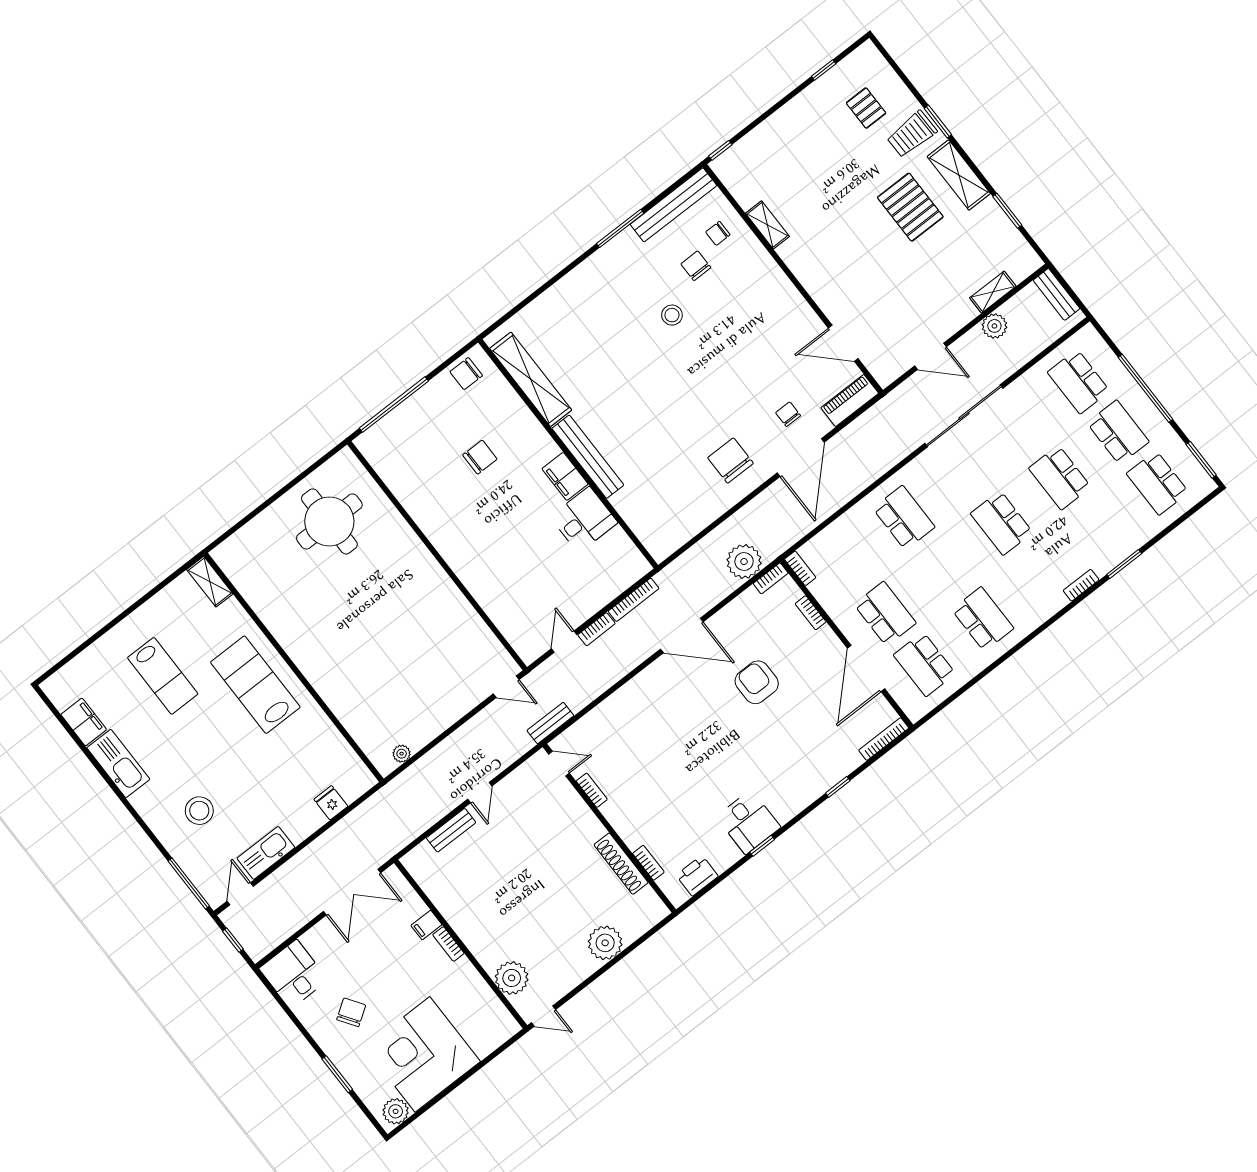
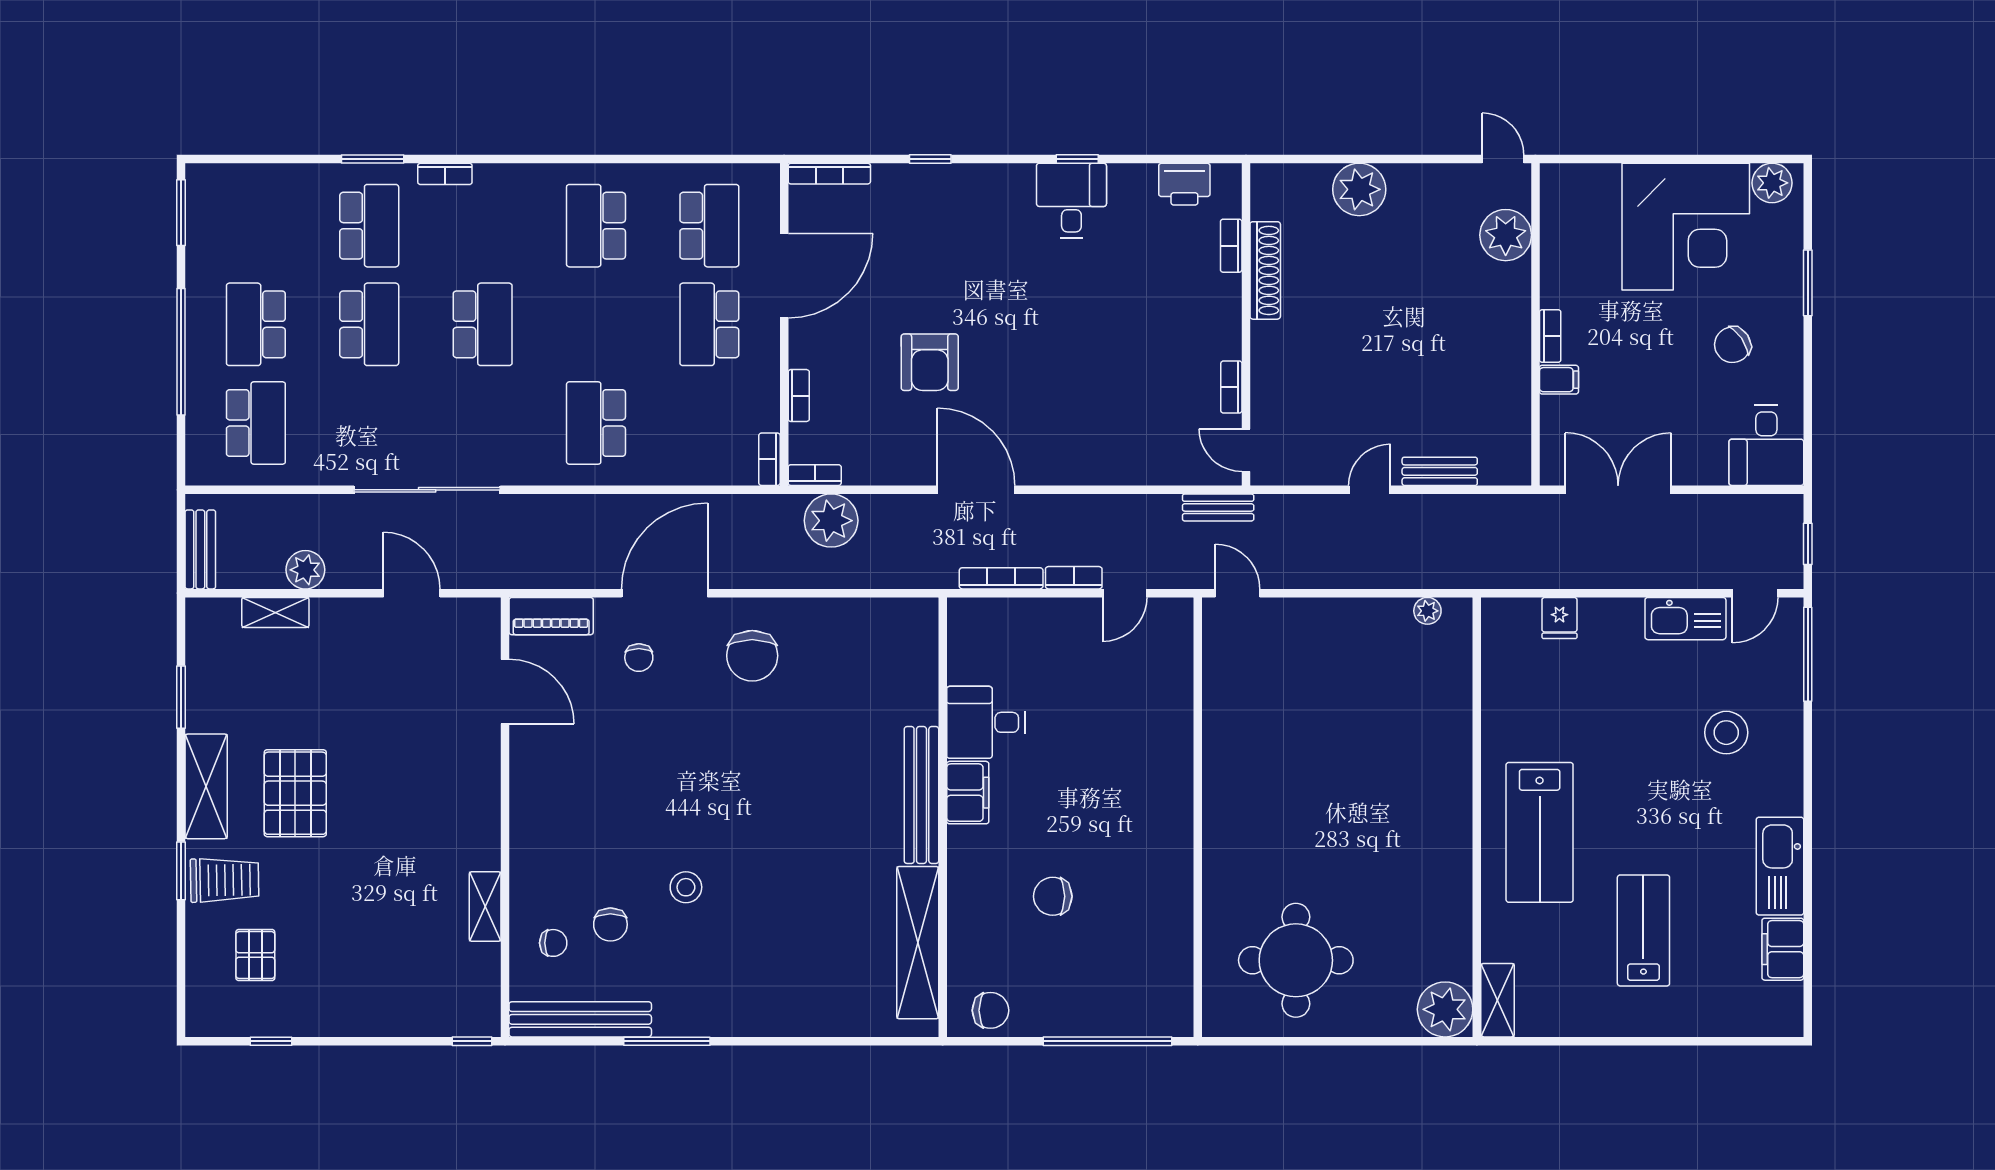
school desk: (1158, 483) -> (369, 226), moved
plant: (233, 556) -> (1445, 1009), added

